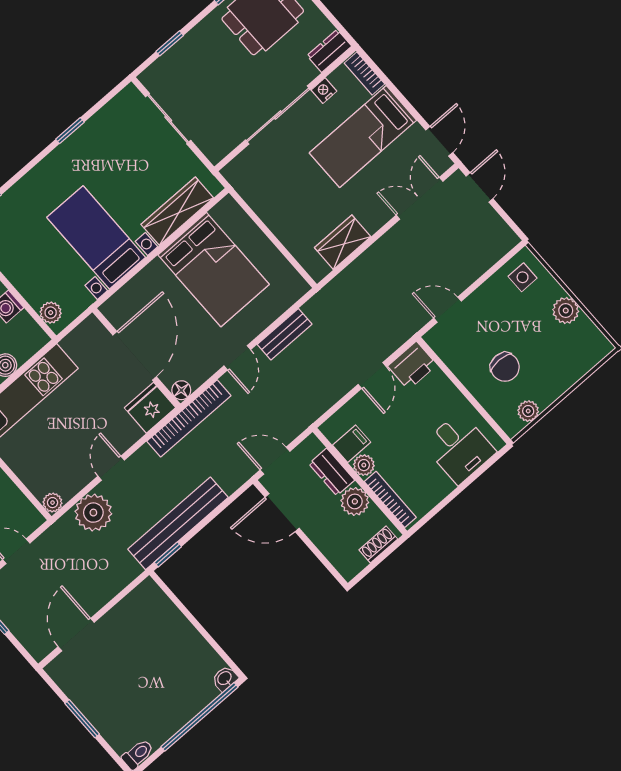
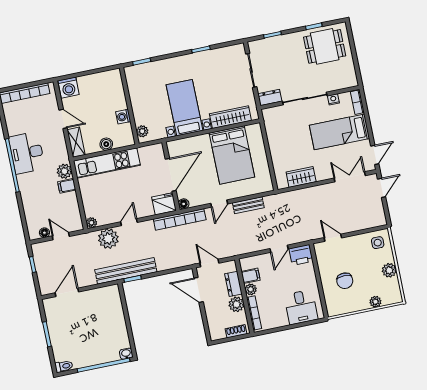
dresser: (329, 51) -> (270, 98), moved
plant: (528, 411) -> (375, 302), moved
bench: (178, 523) -> (126, 271), moved

